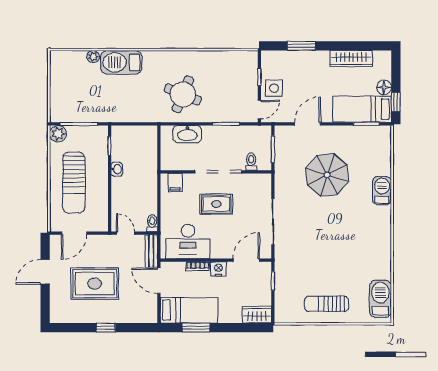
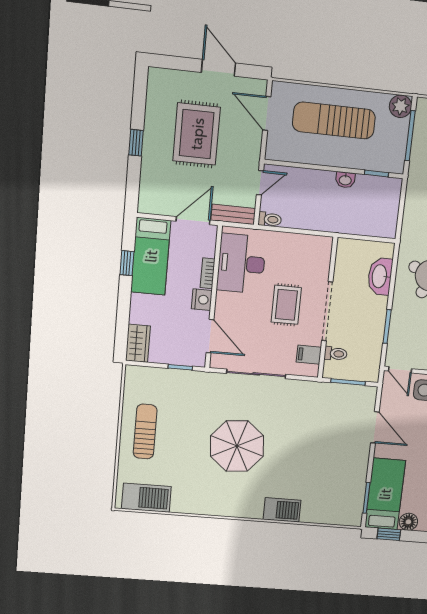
parasol: (327, 175) -> (237, 446), moved
filing cabinet: (175, 182) -> (309, 355), moved
window: (196, 328) -> (127, 263), width x0.67

